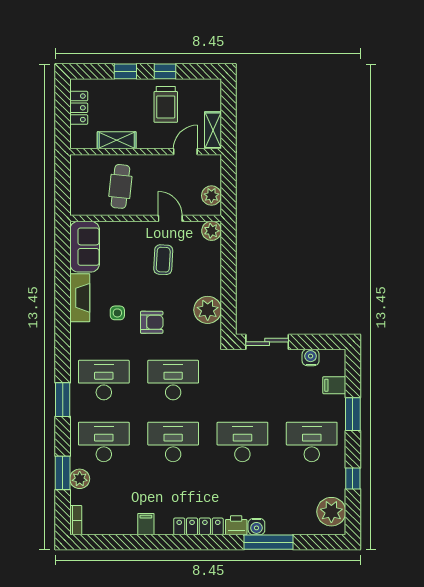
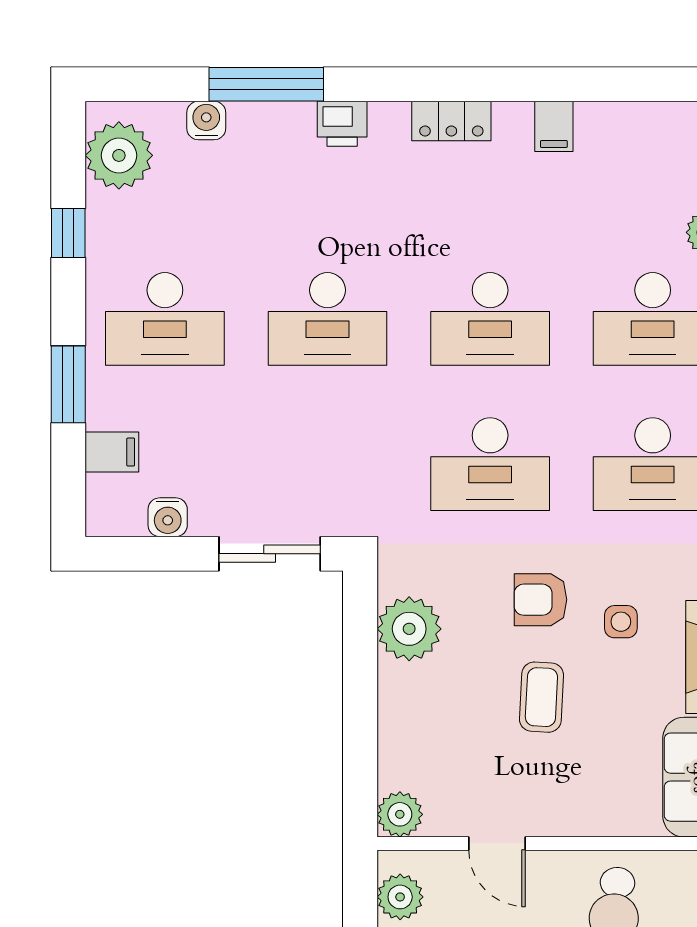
coffee table: (163, 260) -> (541, 697), moved
locker: (198, 526) -> (451, 121), width x0.66
water cooler: (256, 527) -> (206, 120), moved

